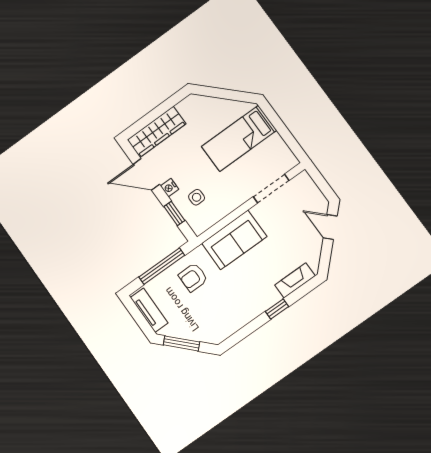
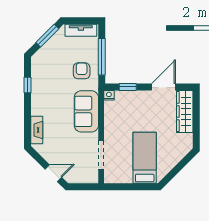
nightstand: (169, 188) -> (109, 95), moved
side table: (197, 197) -> (128, 107), removed
window: (277, 309) -> (28, 85), moved

